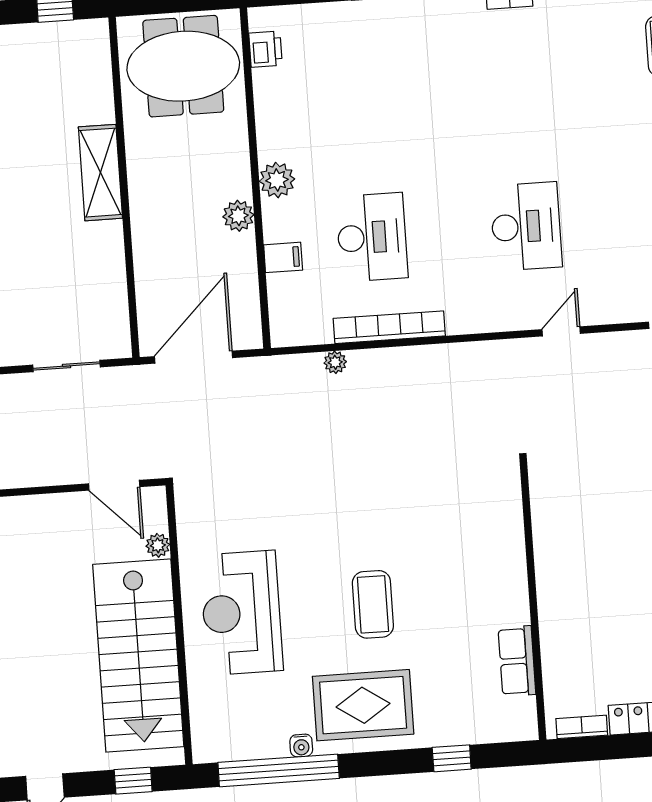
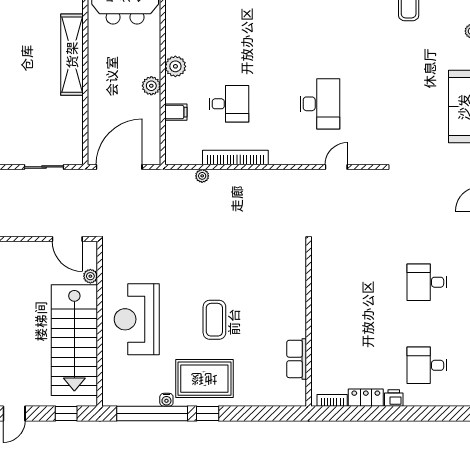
shelving: (100, 173) -> (72, 55), width x1.47
desk: (372, 237) -> (229, 104), width x0.73
window: (452, 758) -> (208, 413), moved

